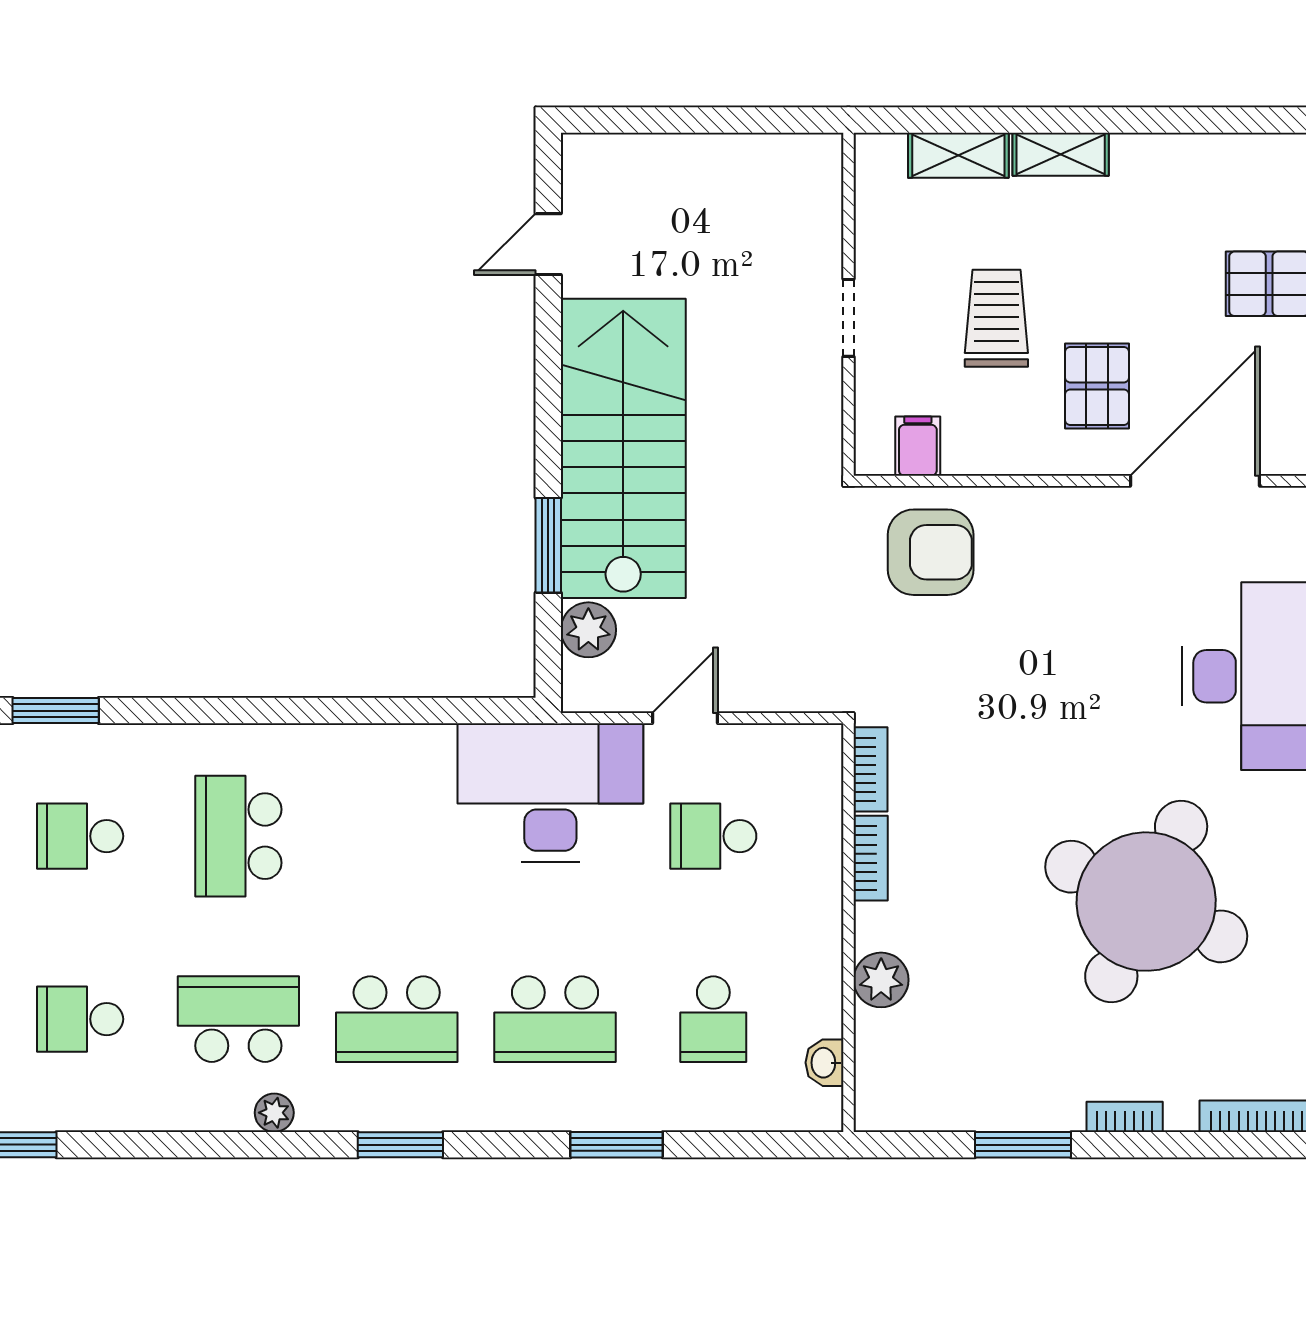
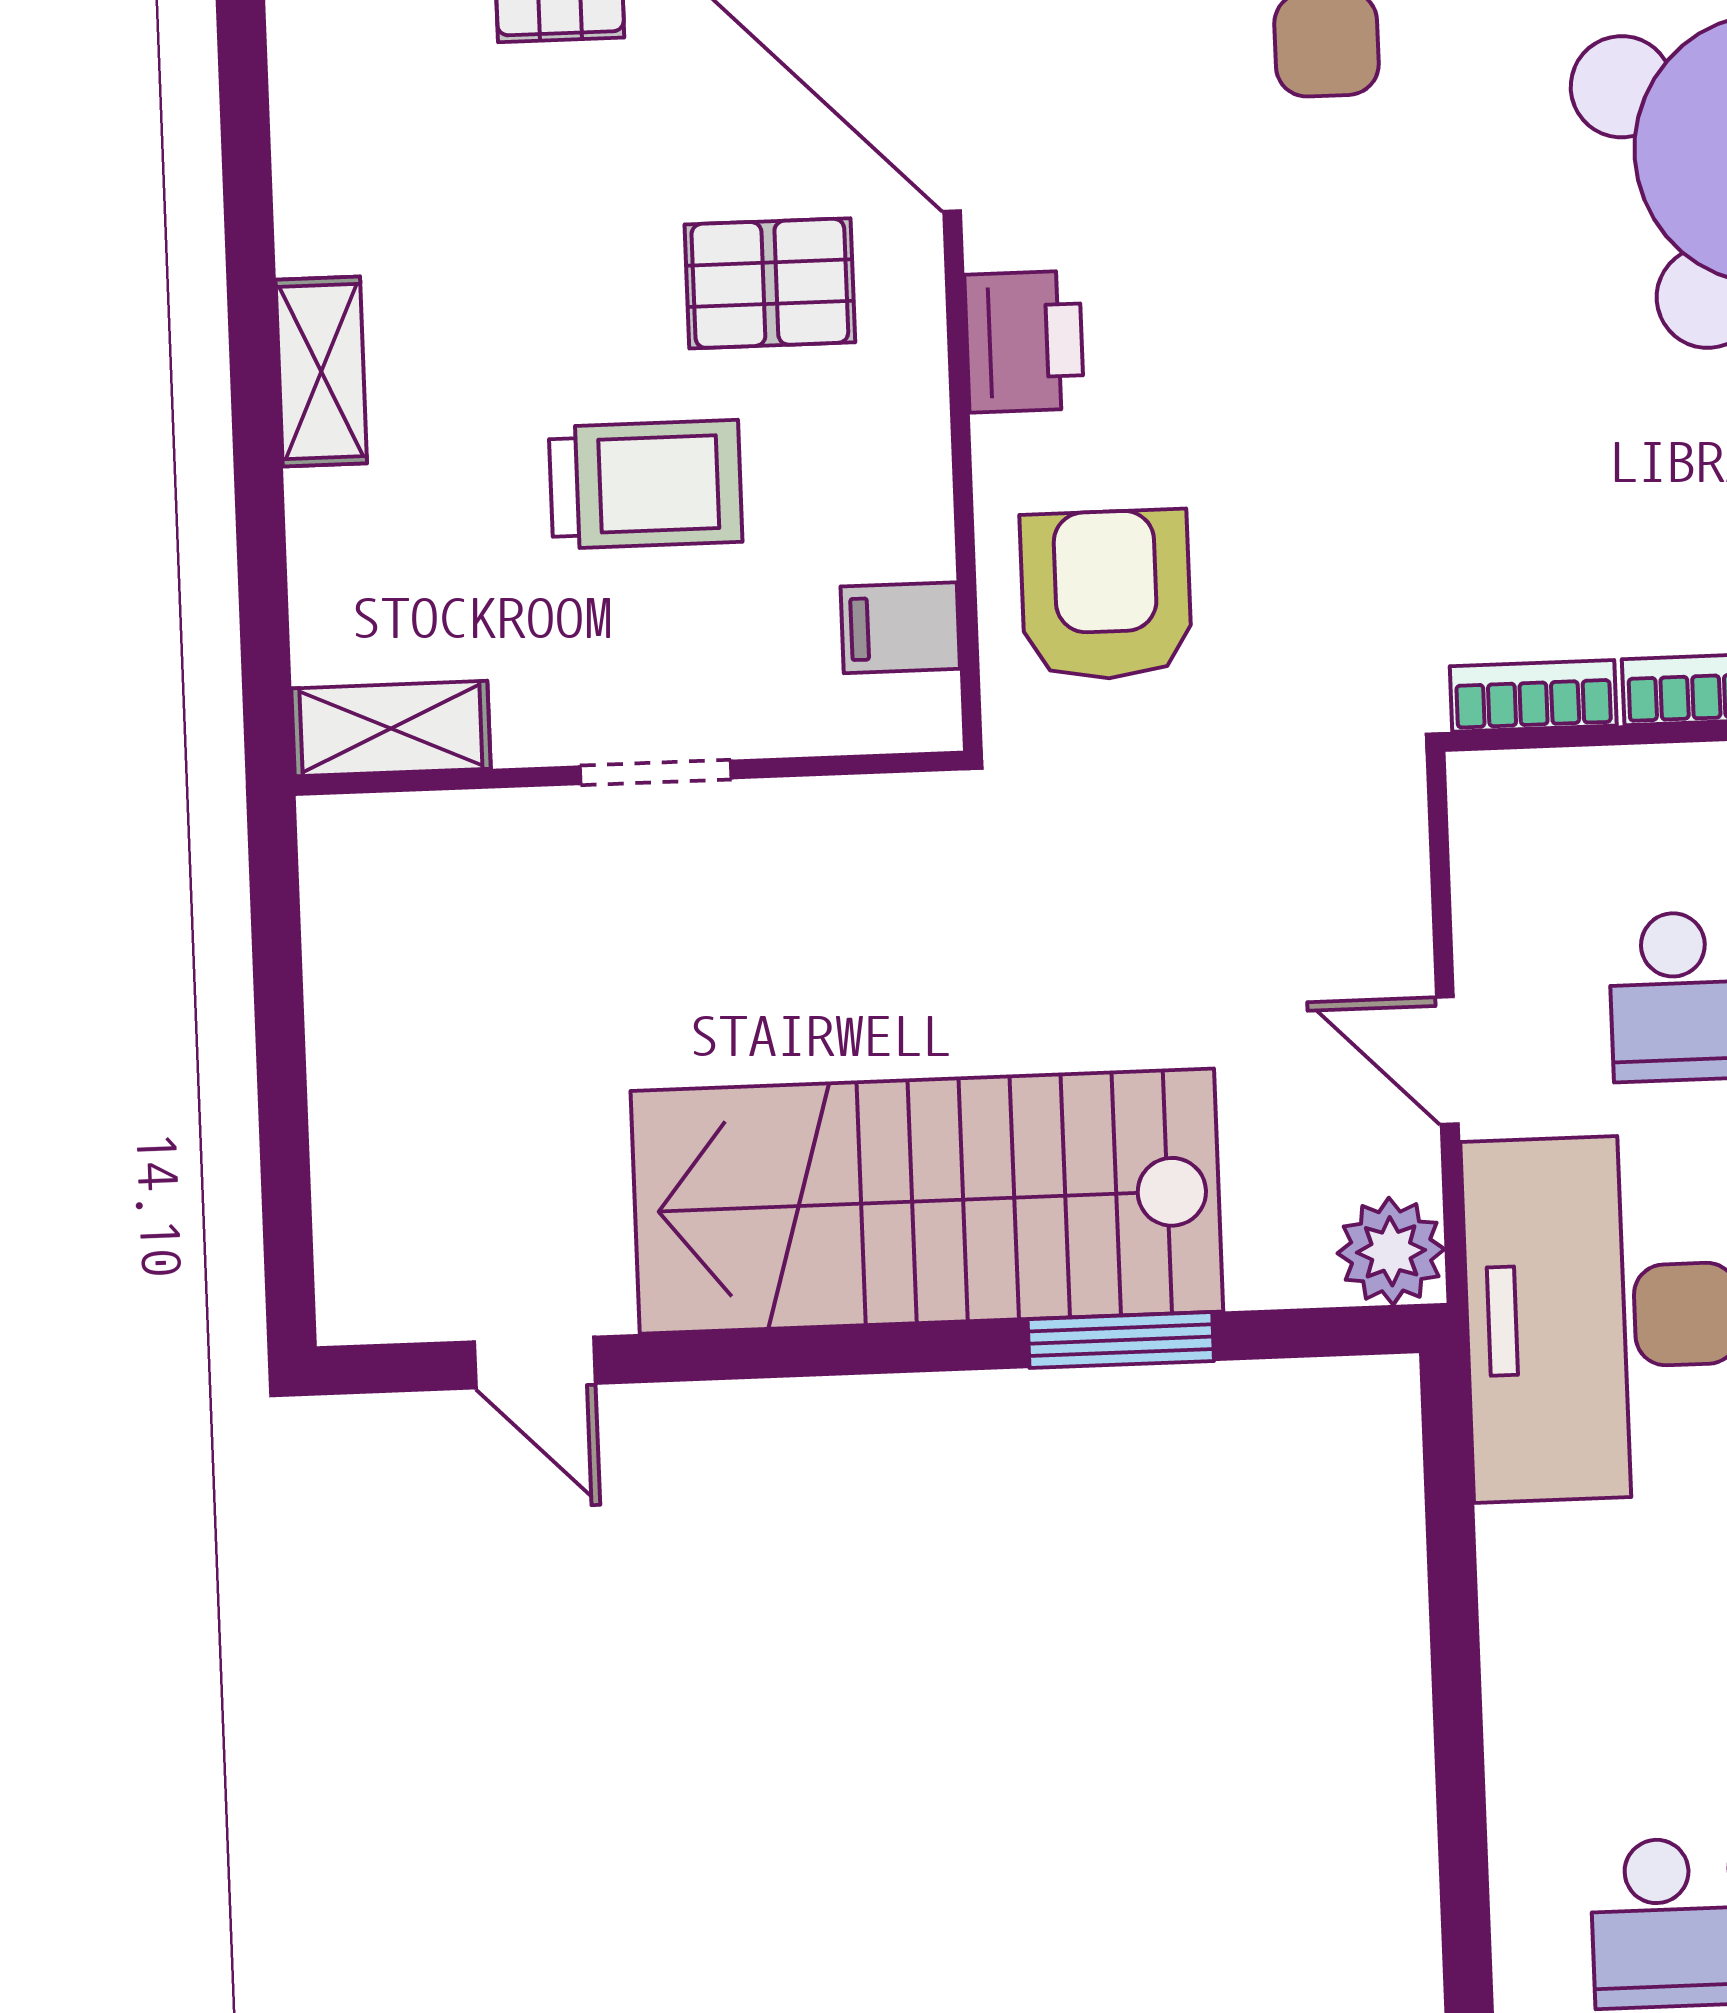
shelving: (958, 155) -> (391, 729), moved, turned 90
trolley: (996, 318) -> (646, 484), turned 180
printer: (1062, 515) -> (1024, 342), added
plant: (588, 630) -> (1391, 1251), moved

